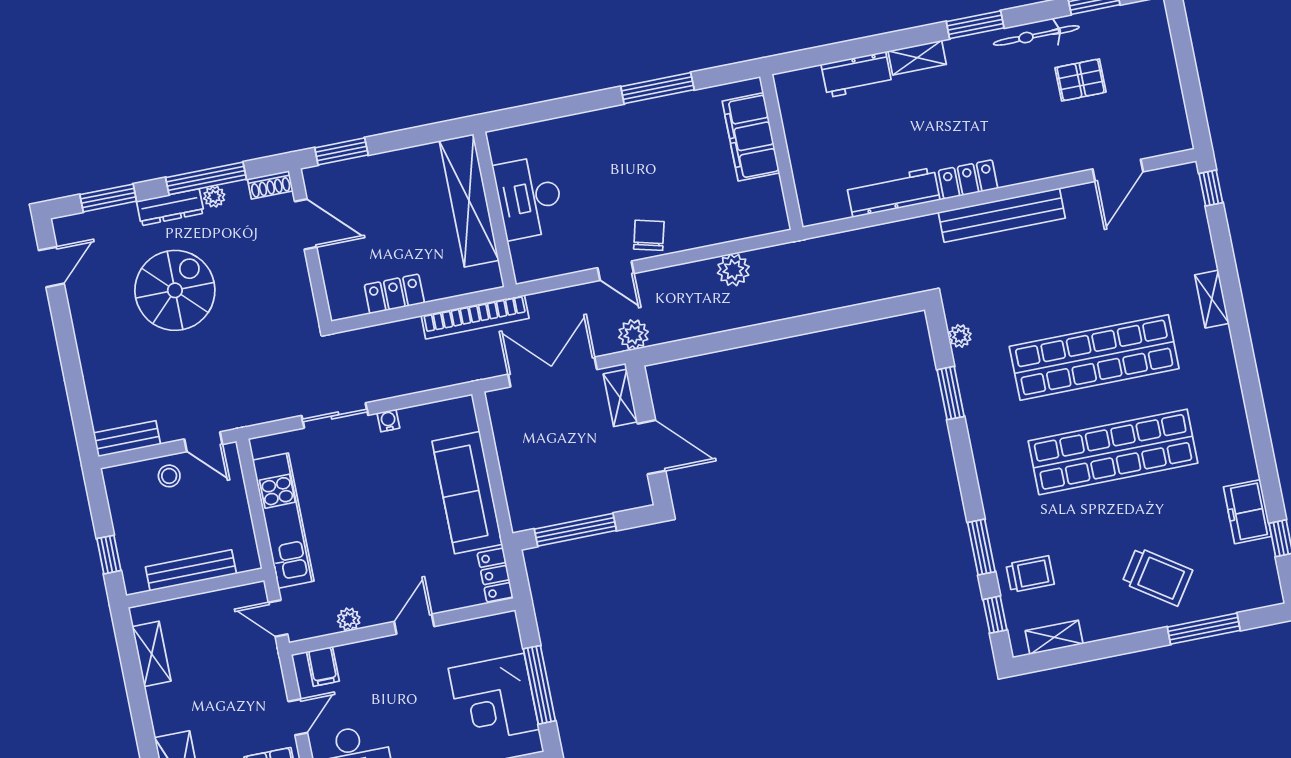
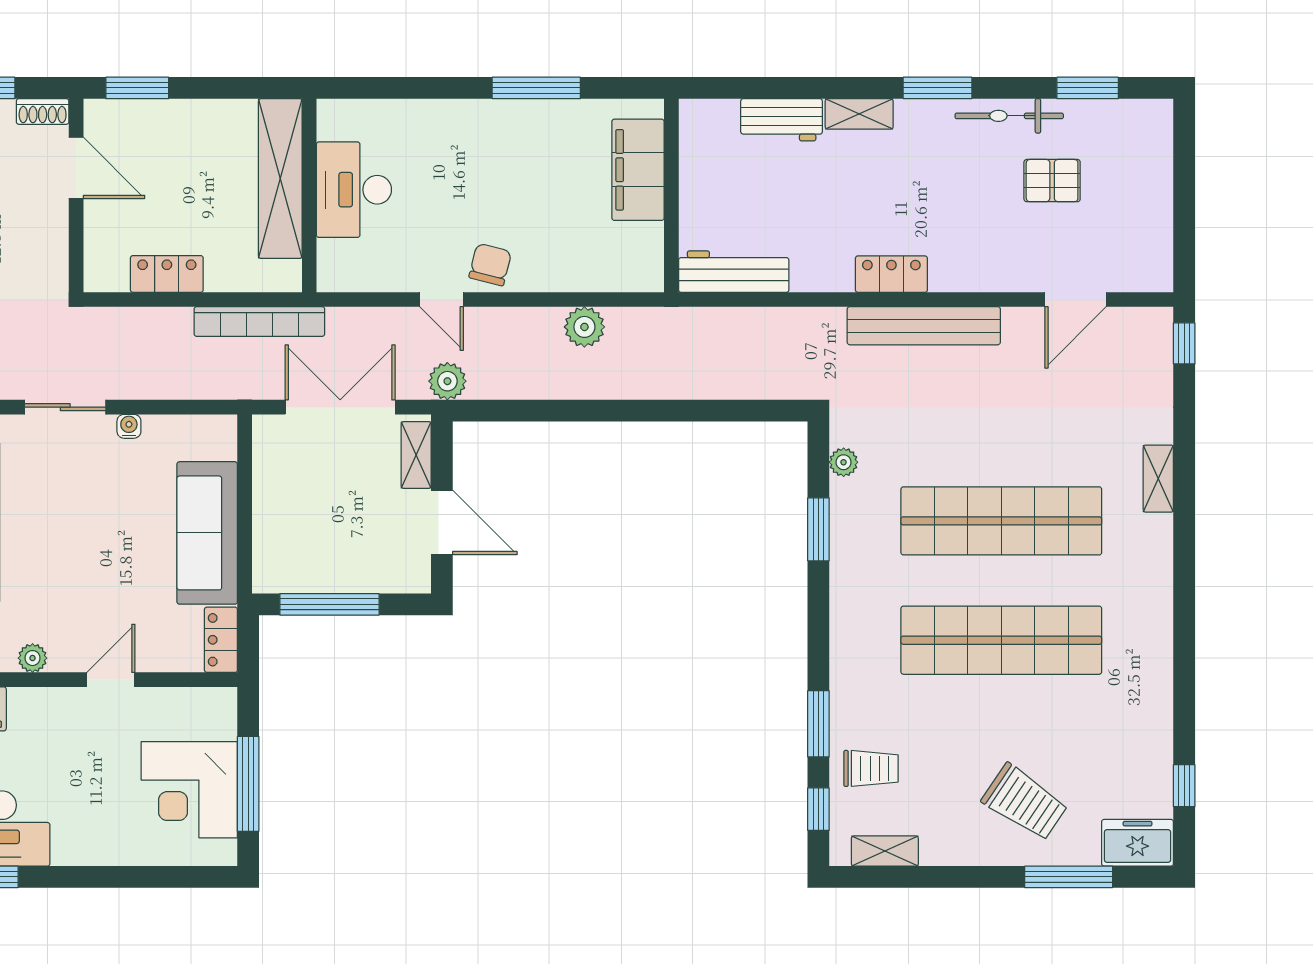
workbench: (893, 192) -> (734, 272), moved
freezer: (1247, 512) -> (1138, 843), moved, turned 90

